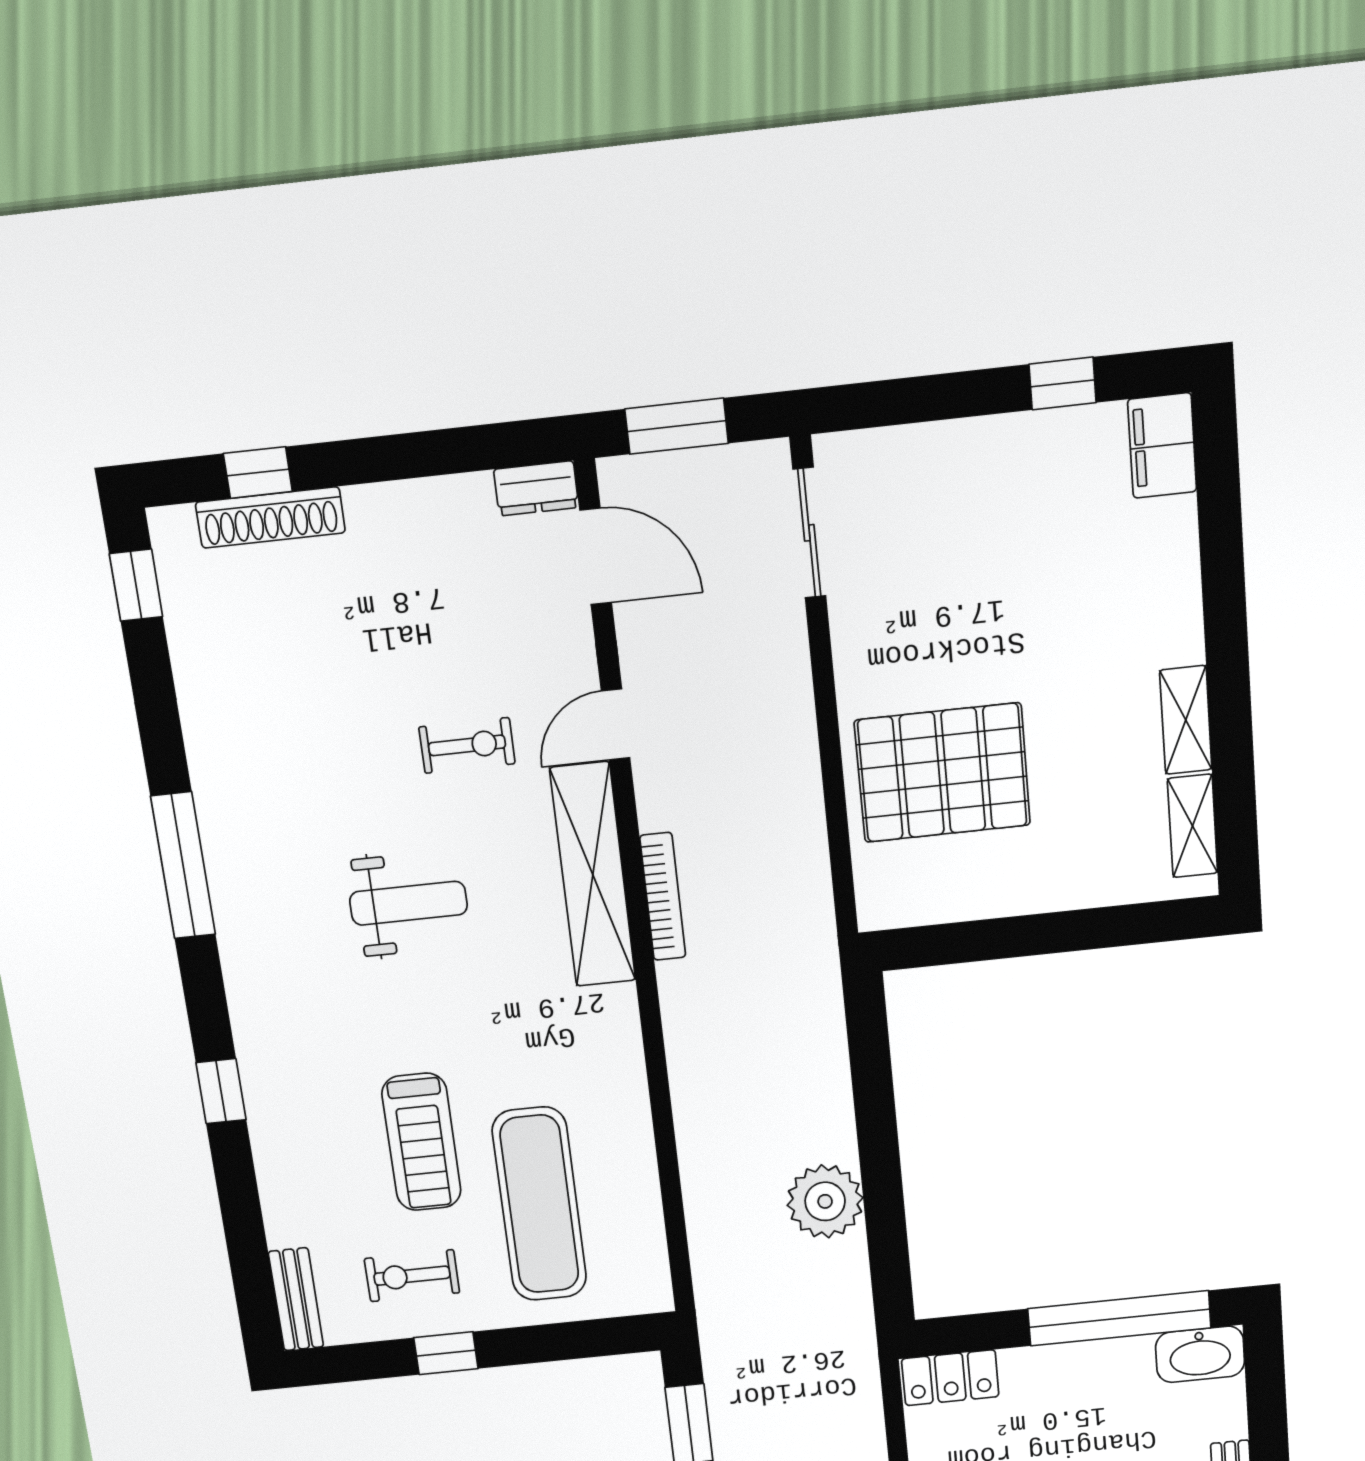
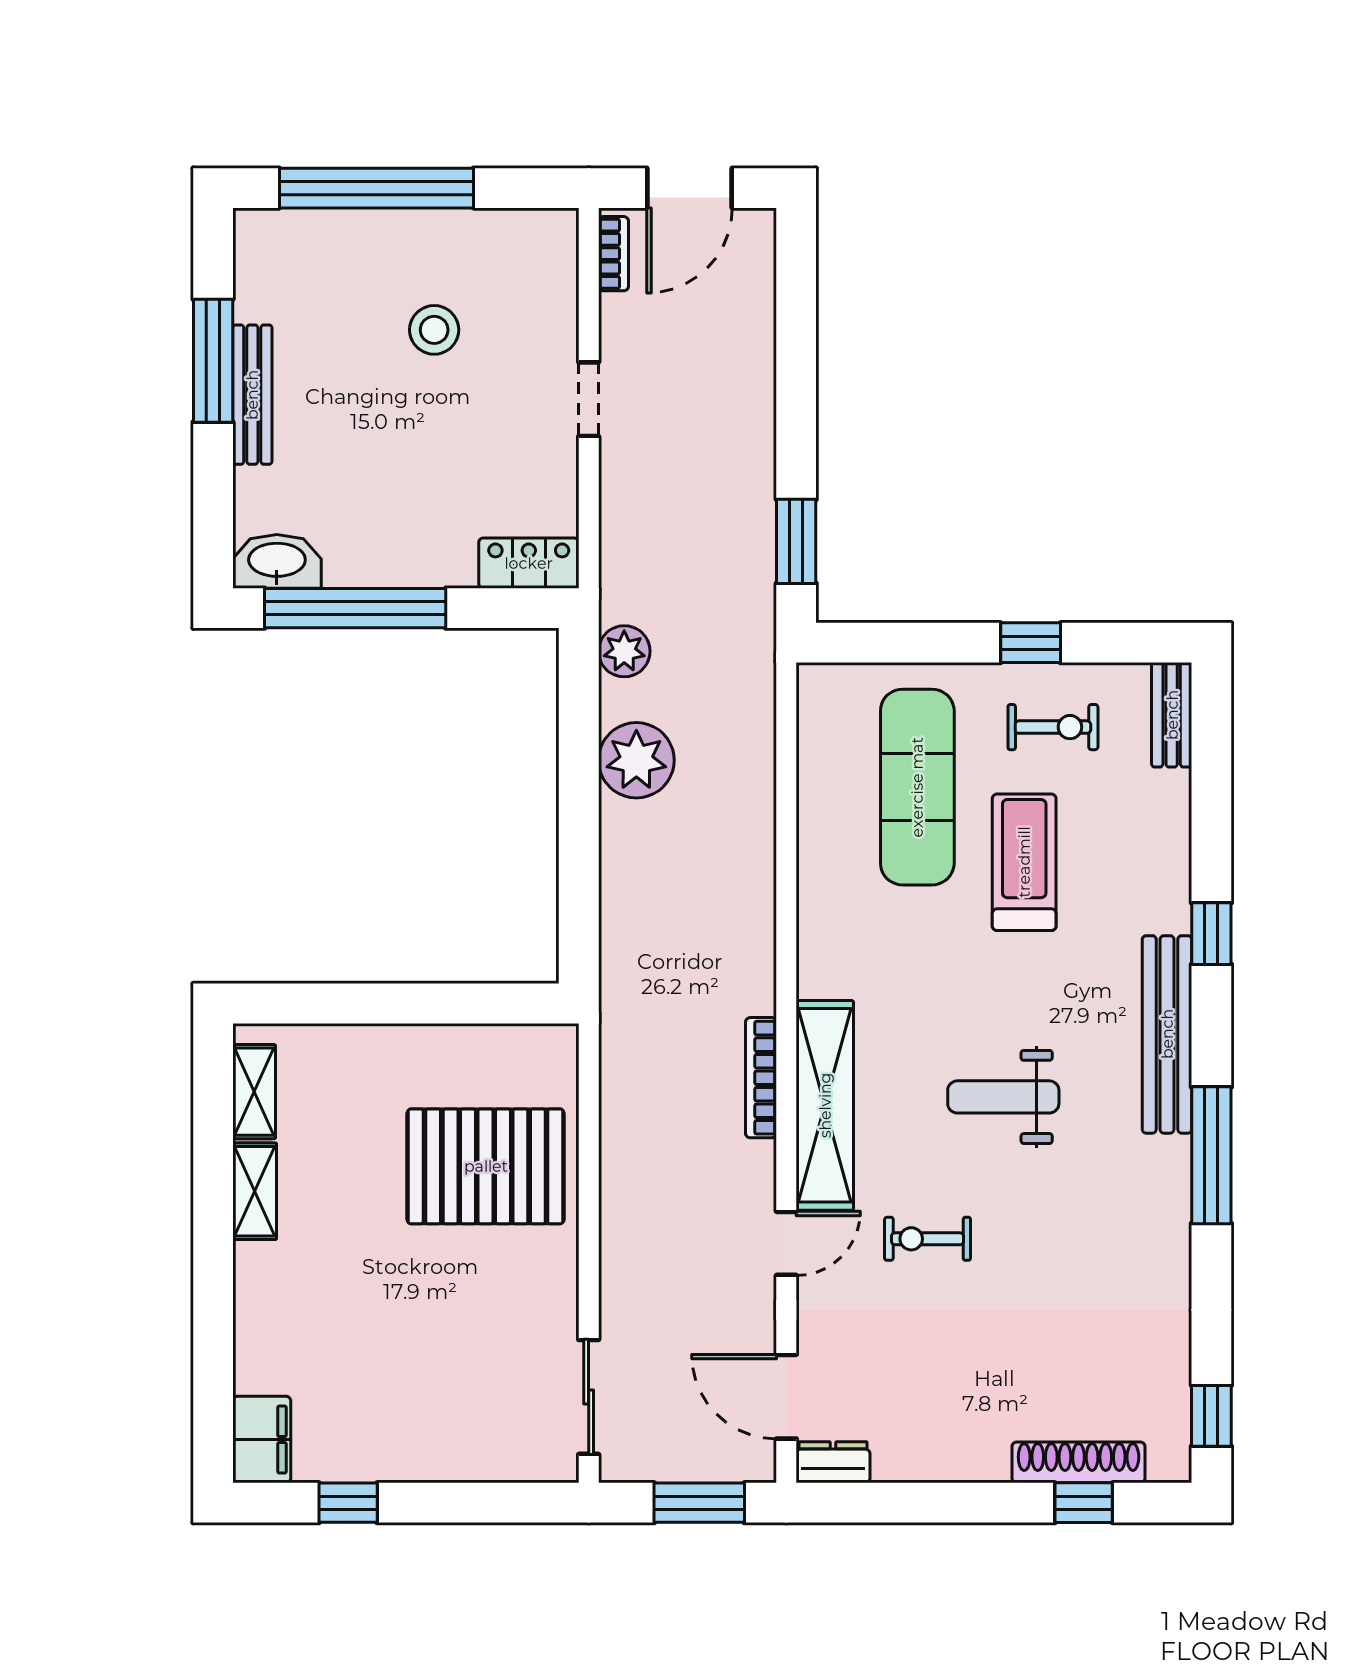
bench: (249, 985) -> (1167, 1034), added
plant: (848, 1304) -> (624, 651), added

